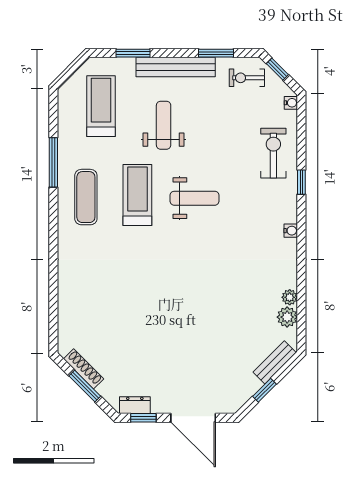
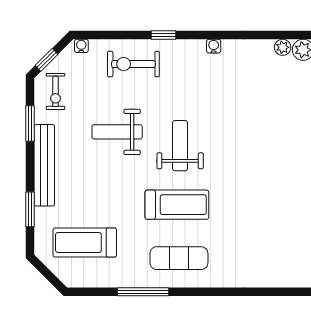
weight bench: (164, 125) -> (117, 132), moved
treadmill: (137, 195) -> (177, 205), turned 180

